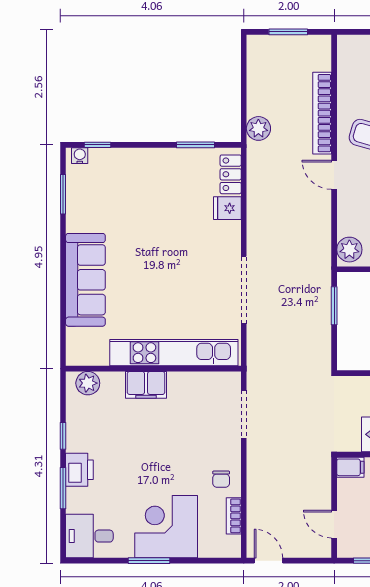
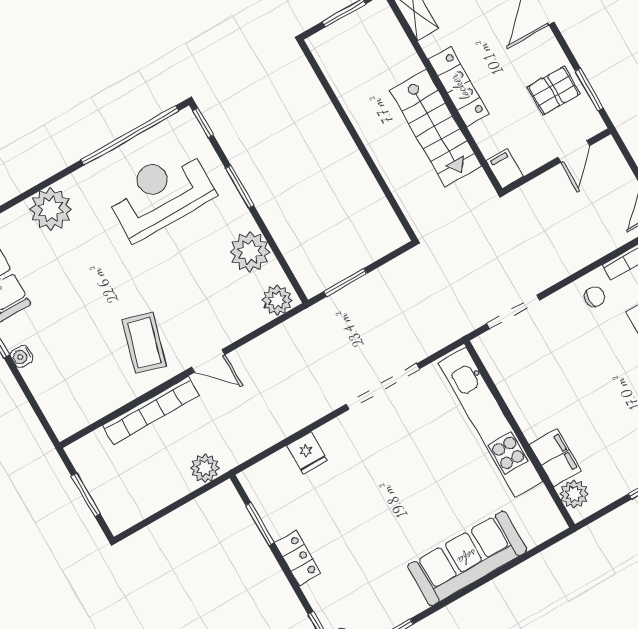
locker: (231, 174) -> (298, 558), moved, turned -90
door: (334, 175) -> (208, 361), hinge flipped
filing cabinet: (146, 385) -> (555, 457), moved

